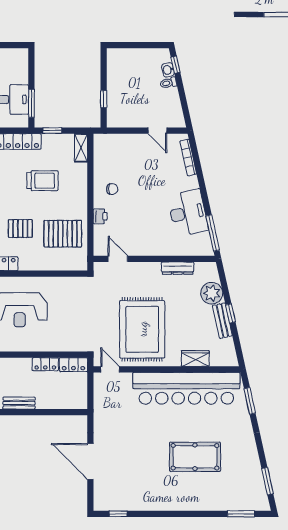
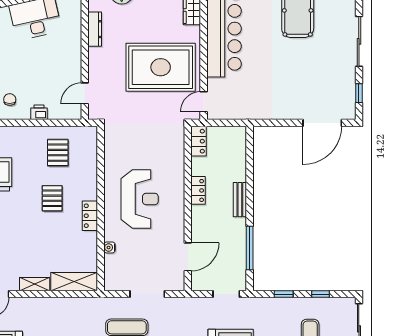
pallet: (63, 234) -> (58, 153), width x0.67, depth x0.71
locker: (45, 364) -> (198, 190), moved
door: (90, 461) -> (322, 123), moved
sliding door: (166, 514) -> (359, 41), added

